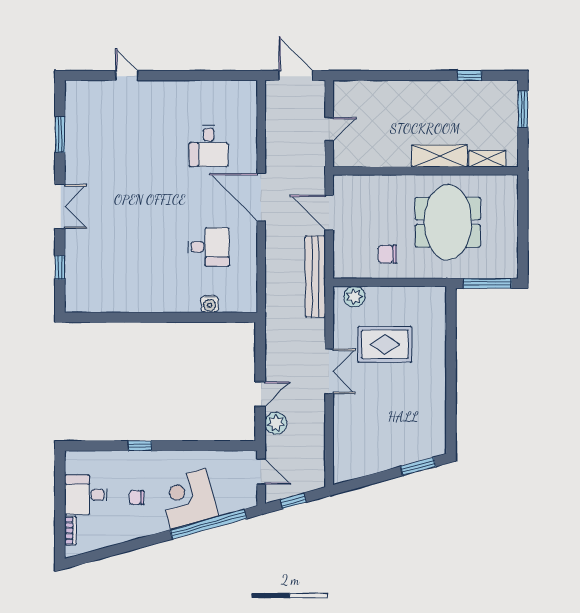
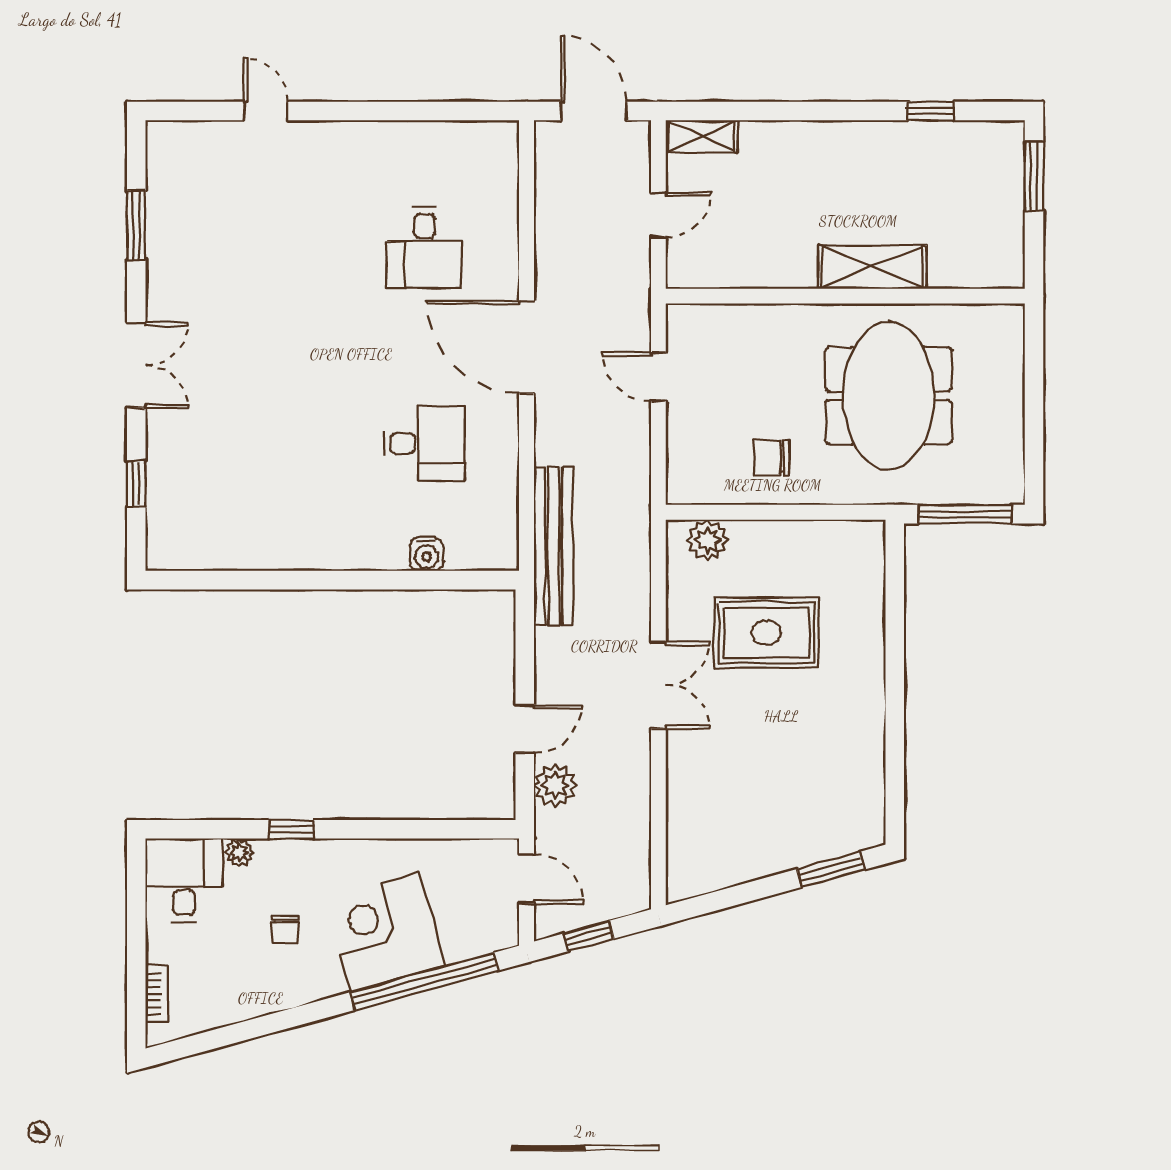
shelving: (487, 159) -> (702, 136), moved
door: (329, 213) -> (658, 377), width x0.73
bench: (315, 276) -> (553, 546), moved
plant: (113, 458) -> (239, 852), added
desk: (86, 495) -> (184, 880), moved, turned 90
chair: (137, 497) -> (285, 930), turned -90

